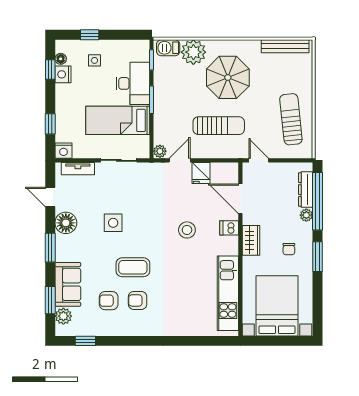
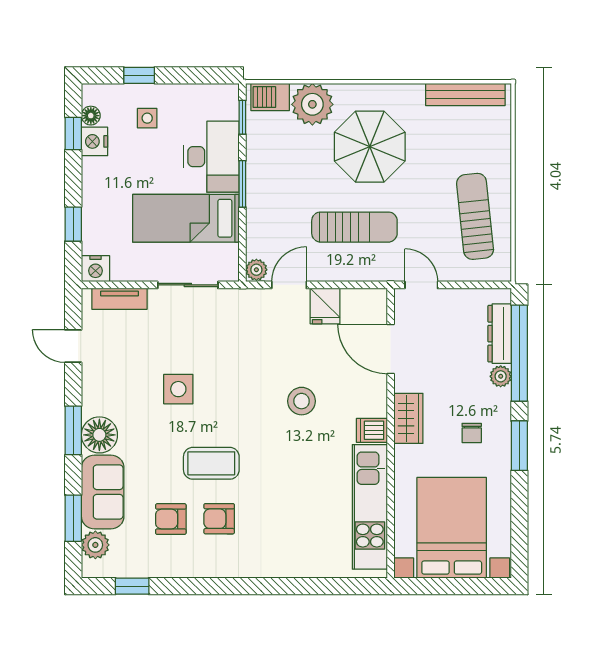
floor lamp: (66, 223) -> (99, 435), moved
dishwasher: (229, 228) -> (372, 430), moved

